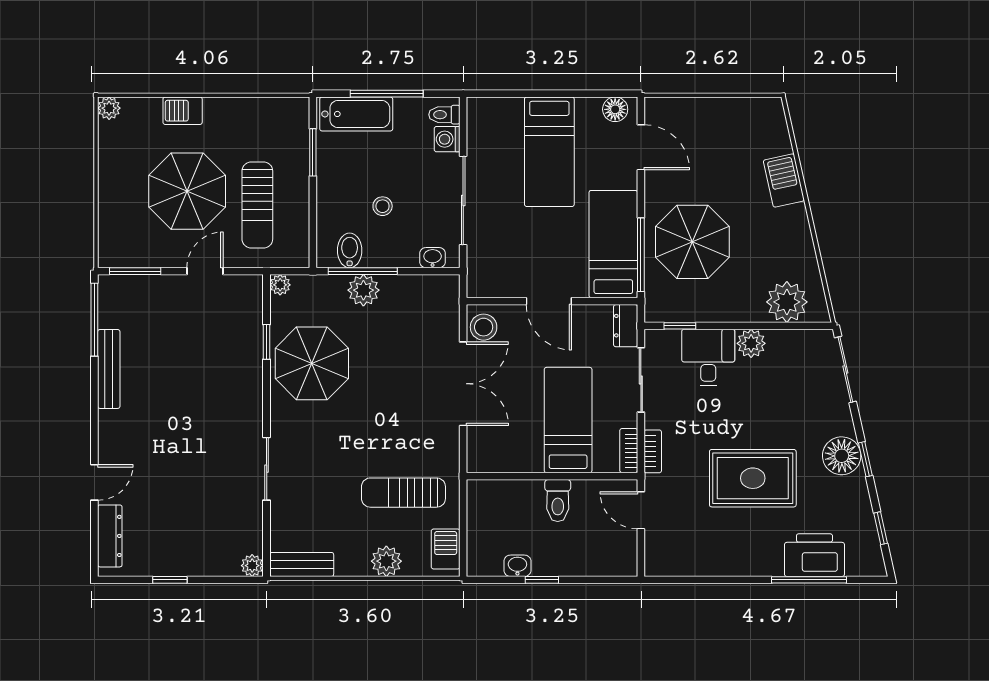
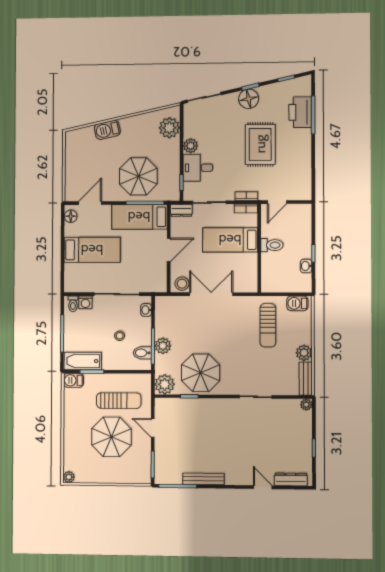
barbecue: (183, 111) -> (73, 380), moved, turned 90
bathtub: (356, 114) -> (83, 361), moved, turned -90
plant: (280, 285) -> (165, 384), width x1.88, depth x1.88
plant: (386, 561) -> (304, 353), moved

